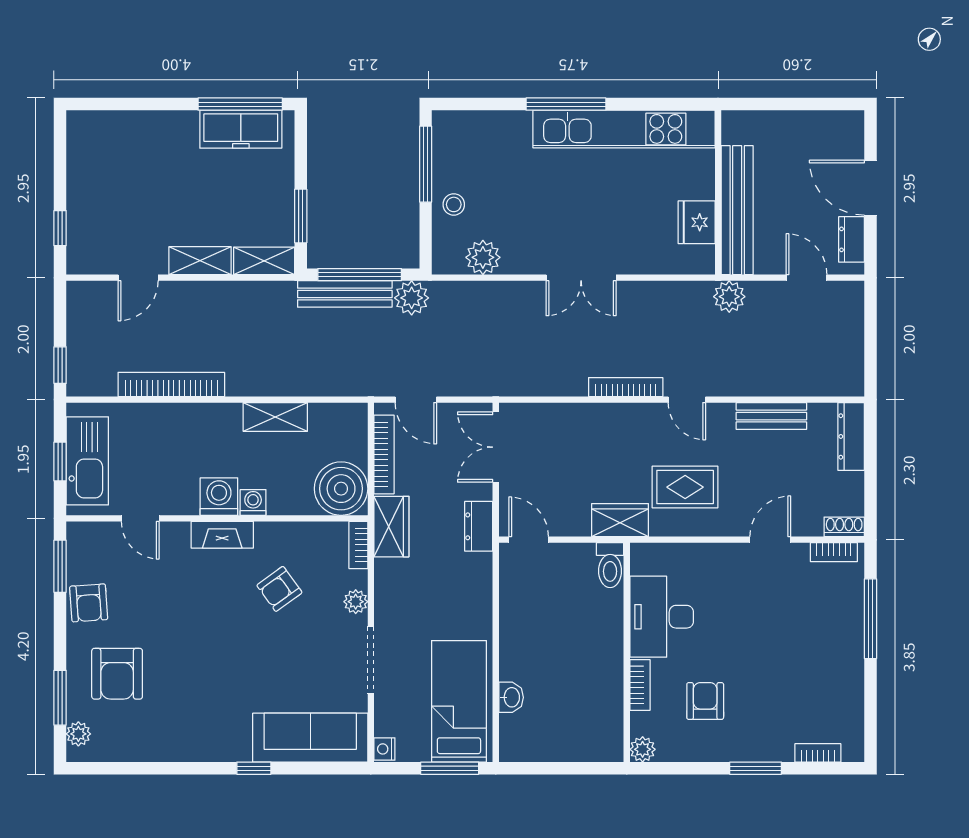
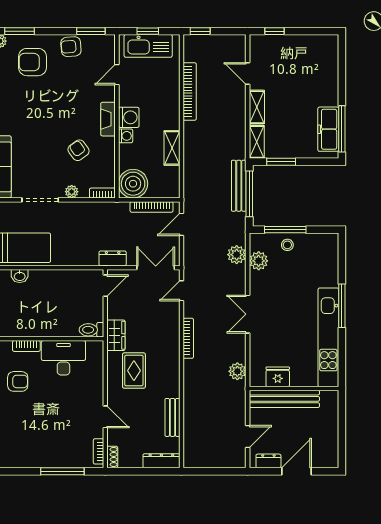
window: (426, 164) -> (285, 230), moved
plant: (729, 297) -> (237, 371), moved
plant: (412, 298) -> (237, 255), moved
door: (687, 400) -> (181, 291), moved
wardrobe: (391, 527) -> (112, 211), removed

